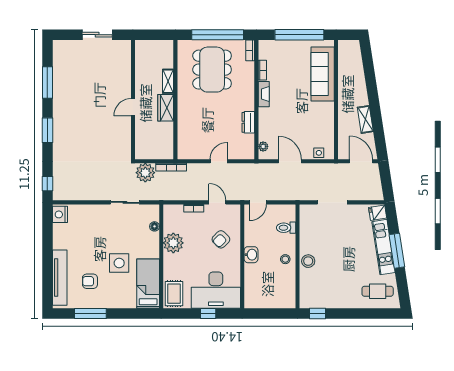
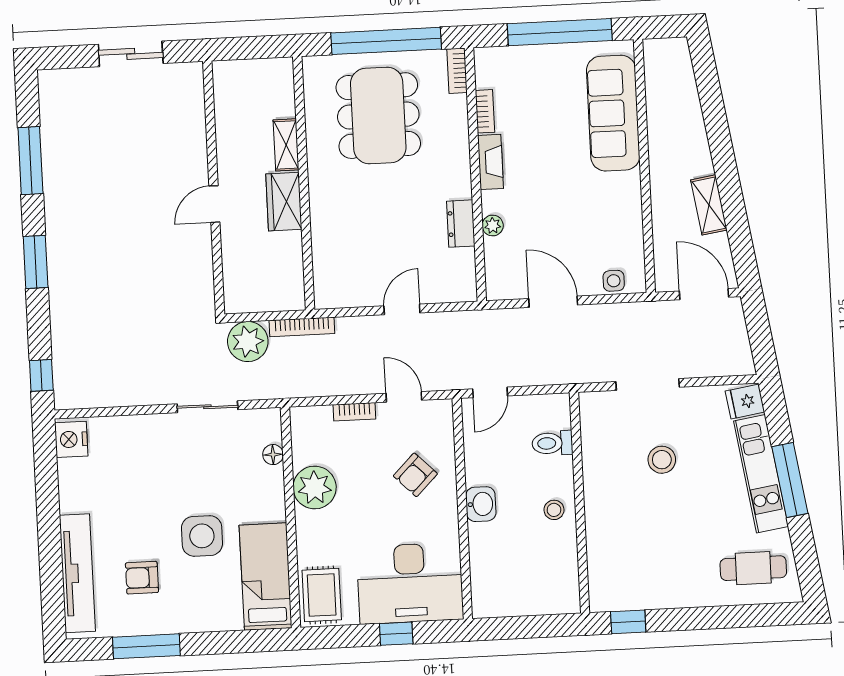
plant: (263, 146) -> (493, 226), moved
stool: (308, 261) -> (662, 460), moved

